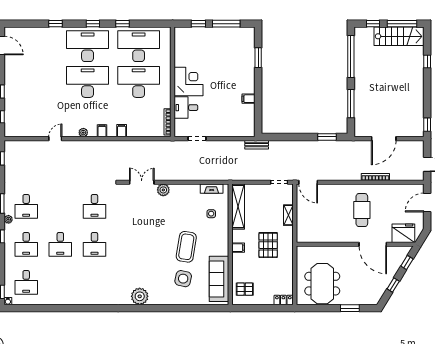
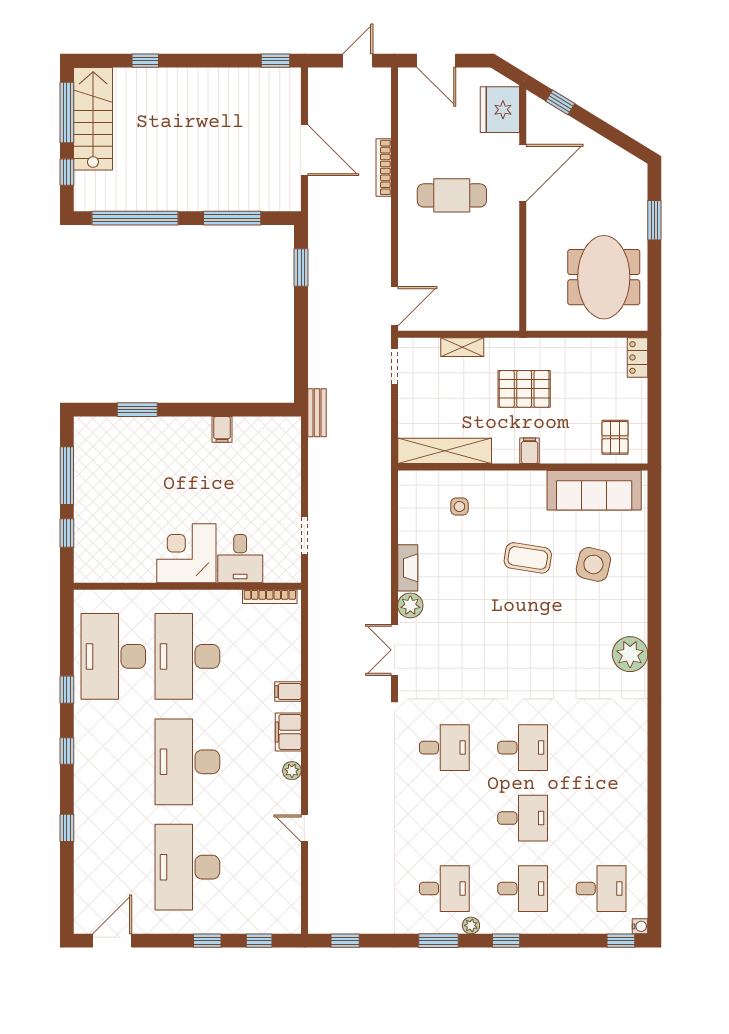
desk: (88, 46) -> (187, 867), moved
filing cabinet: (102, 131) -> (288, 732), width x2.00
fireplace: (212, 189) -> (408, 568), moved
coffee table: (186, 247) -> (528, 558), width x0.73, depth x0.76
meeting table: (322, 284) -> (604, 277), turned 90
window: (393, 285) -> (607, 131), removed

